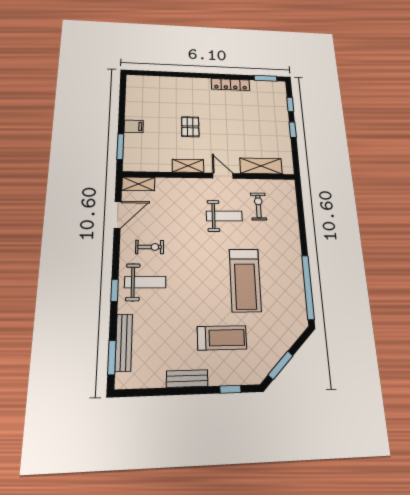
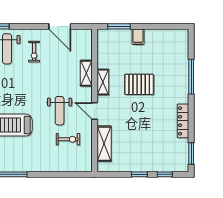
window: (181, 75) -> (191, 77), added
pallet: (190, 127) -> (139, 84), width x1.50, depth x1.42
door: (223, 176) -> (95, 111), swing flipped
shelving: (138, 184) -> (86, 73), moved

